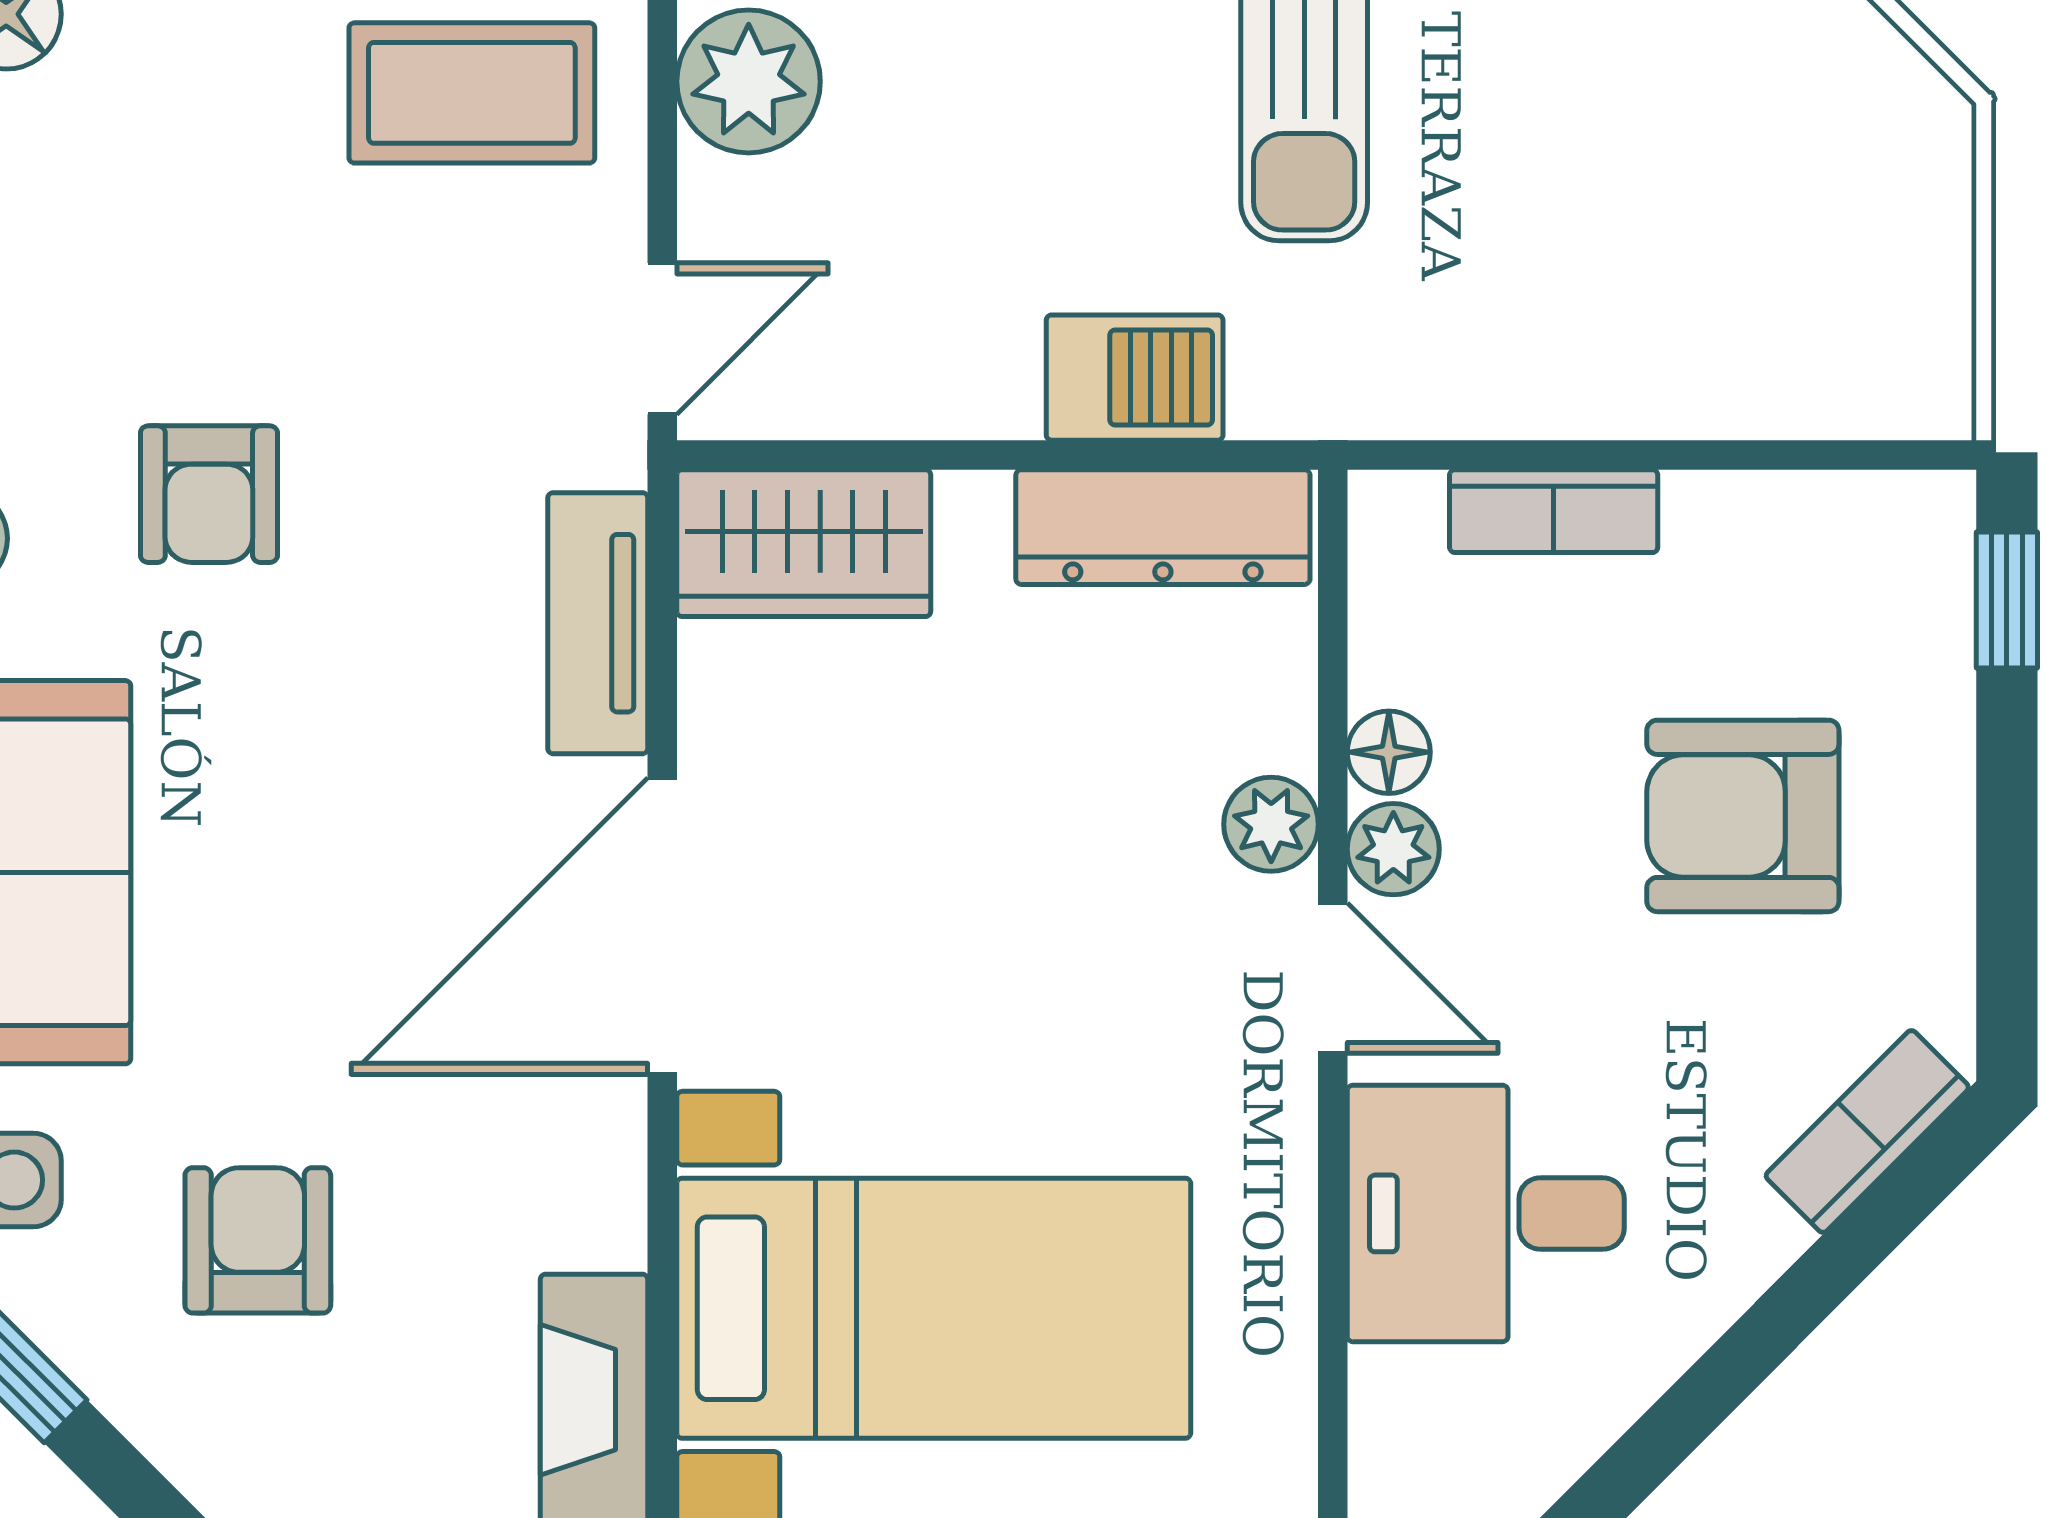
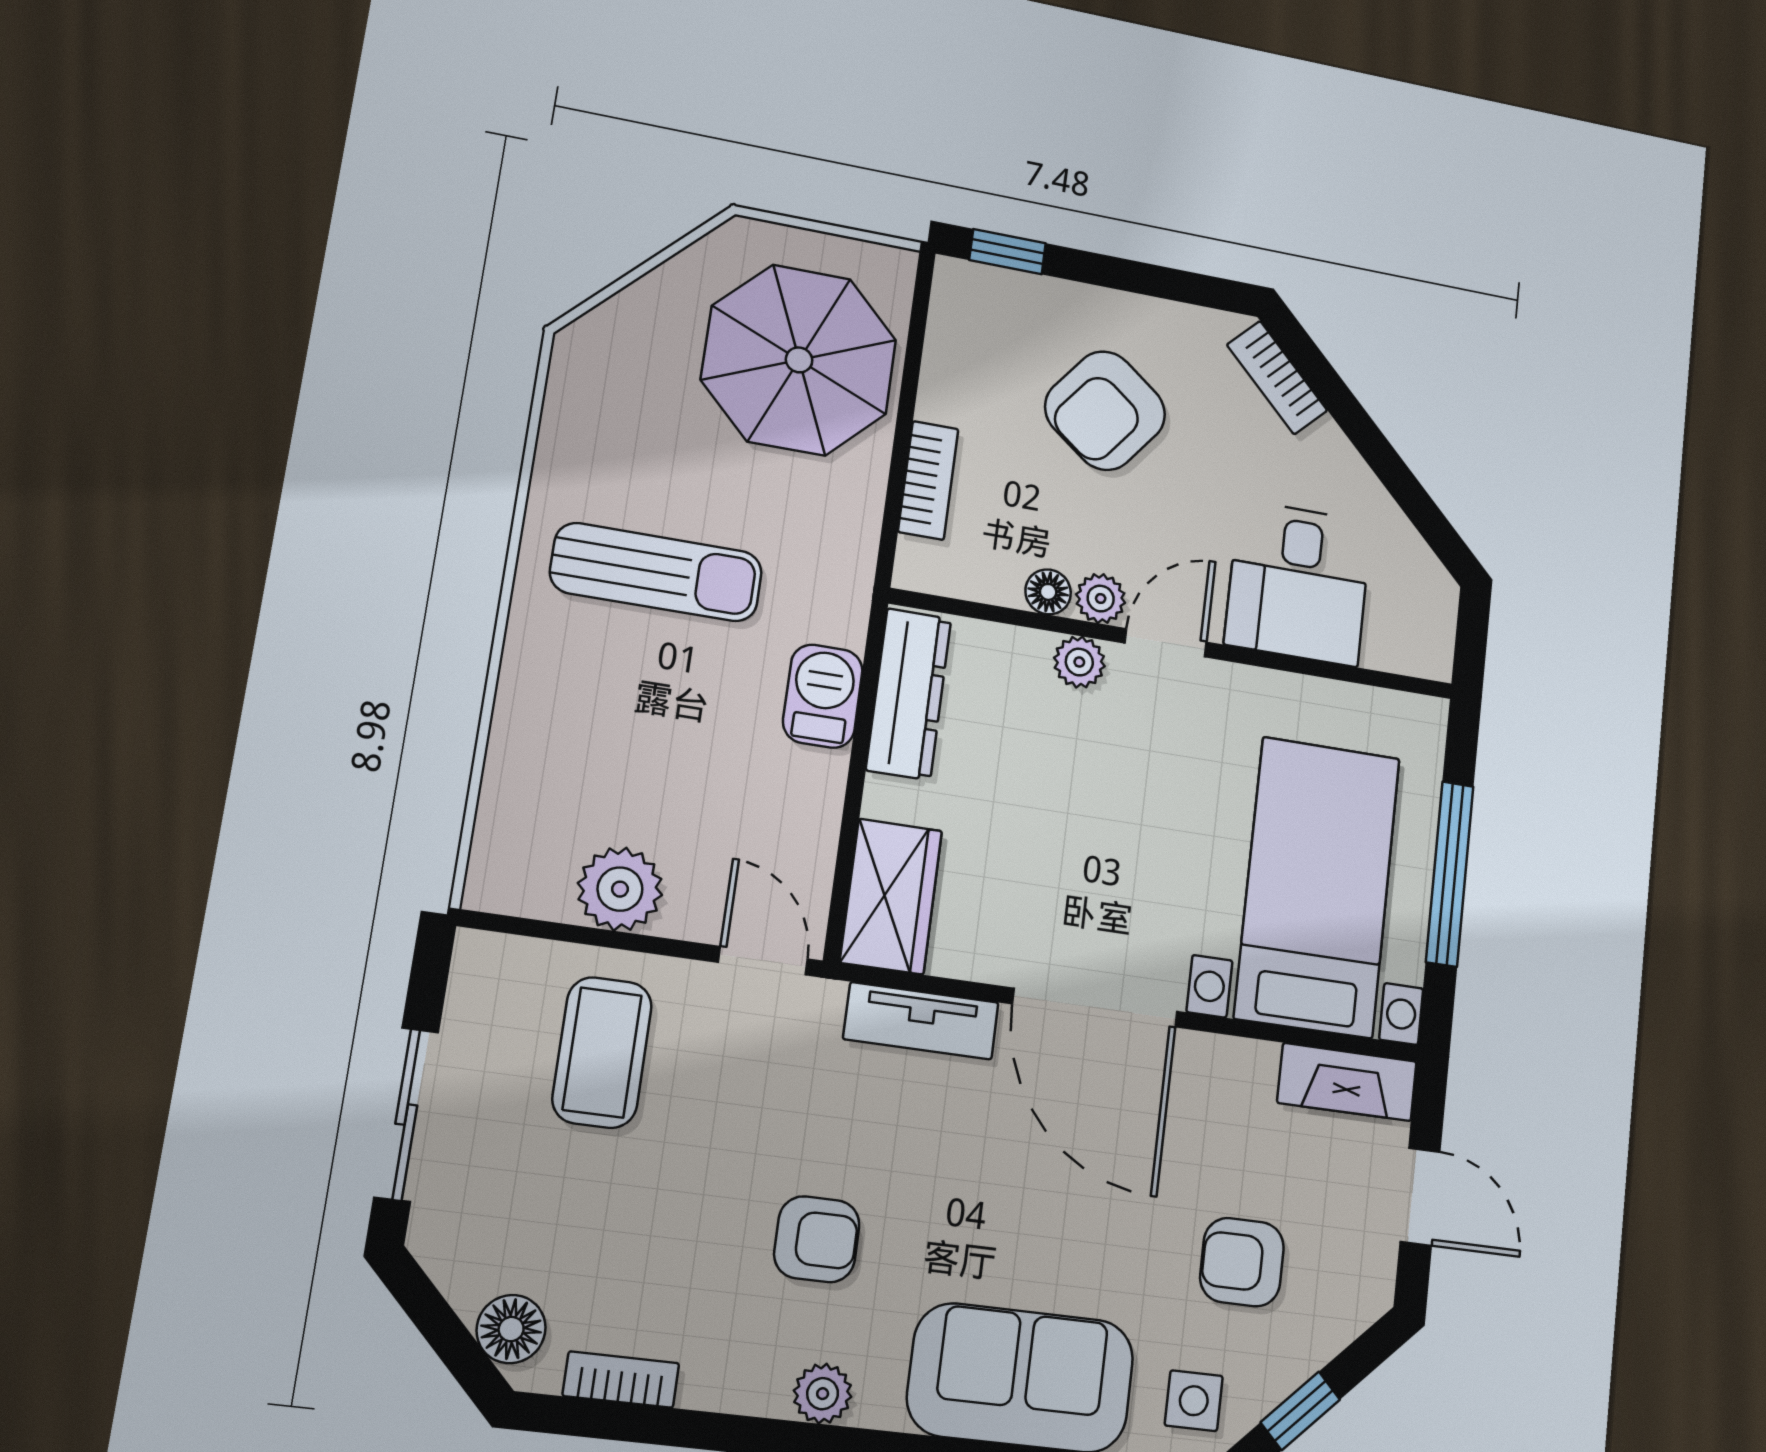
parasol: (1731, 253) -> (799, 360), added
armchair: (1743, 816) -> (1105, 411), turned 38

